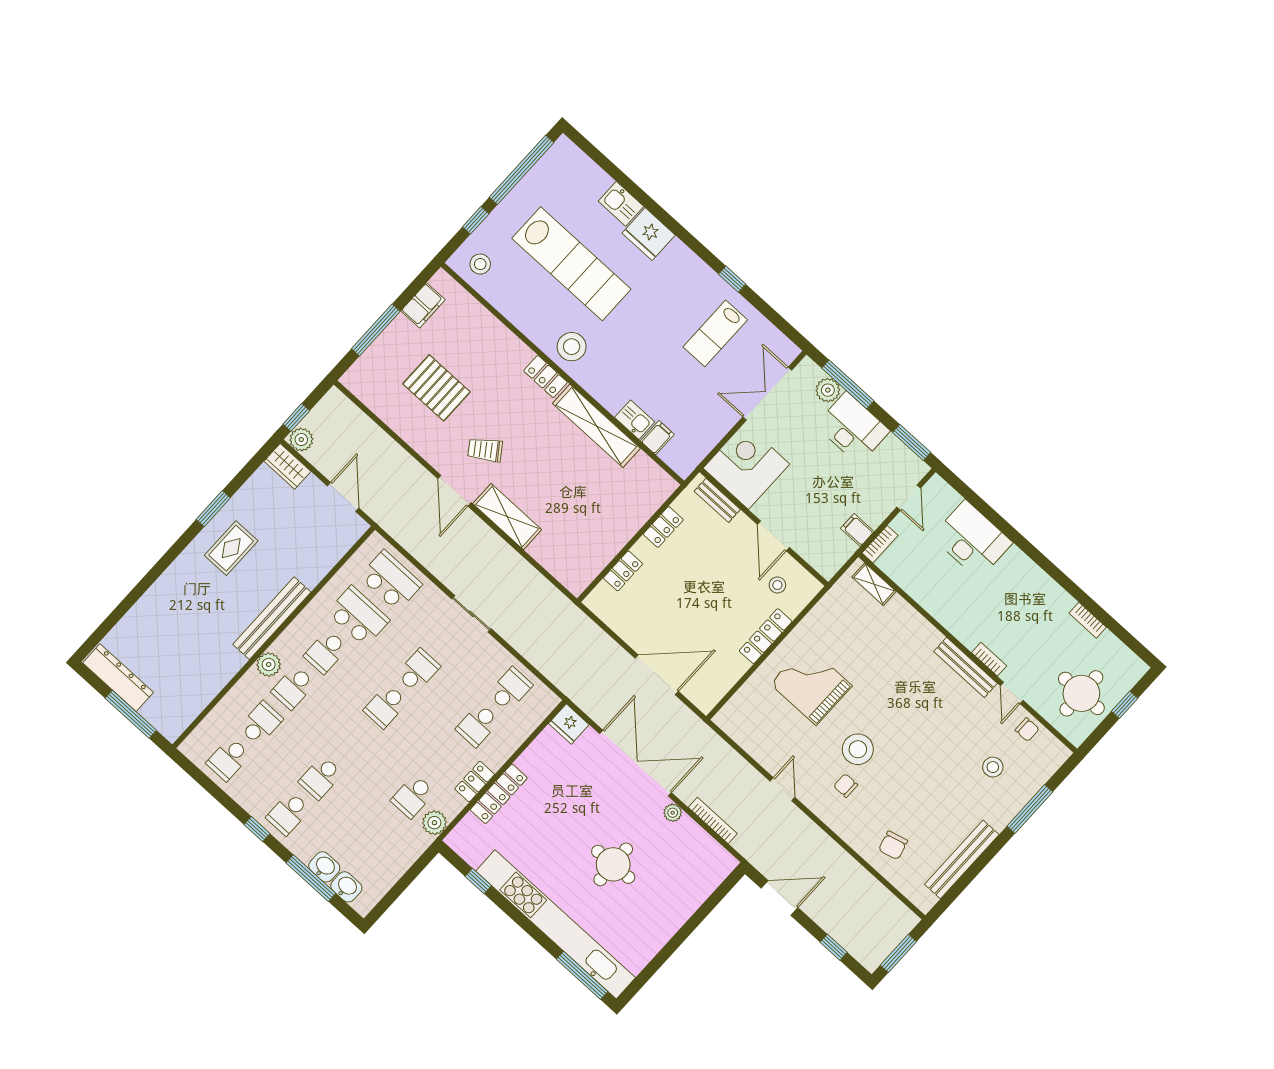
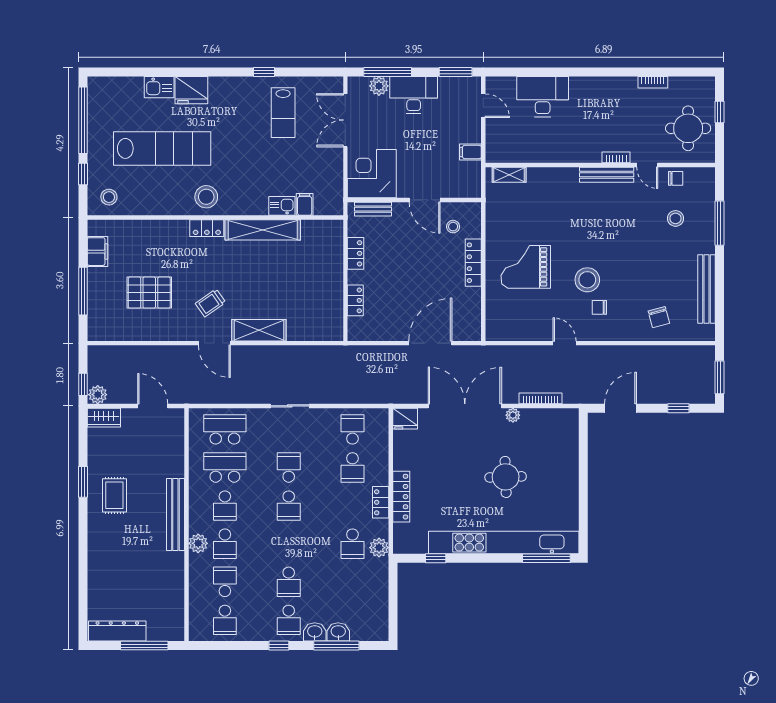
bookcase: (880, 544) -> (491, 148), removed
washbasin: (346, 887) -> (315, 632), moved

